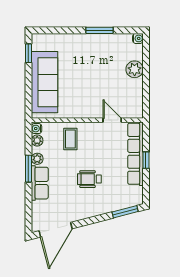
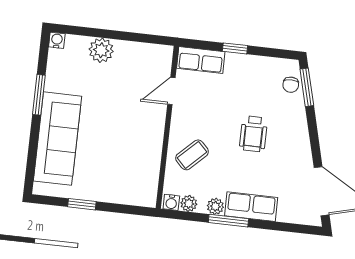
window: (28, 53) -> (82, 204), moved
sofa: (45, 82) -> (58, 139), moved, turned 90
coffee table: (70, 139) -> (192, 155), turned -44
row of seats: (135, 154) -> (201, 60), width x0.50
chair: (126, 201) -> (291, 85), added

